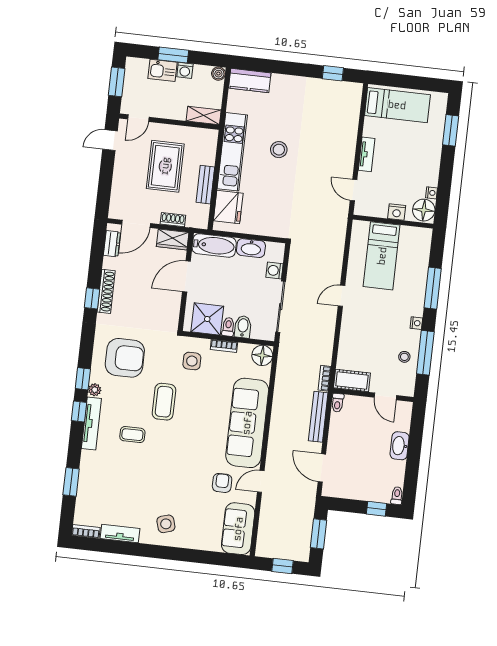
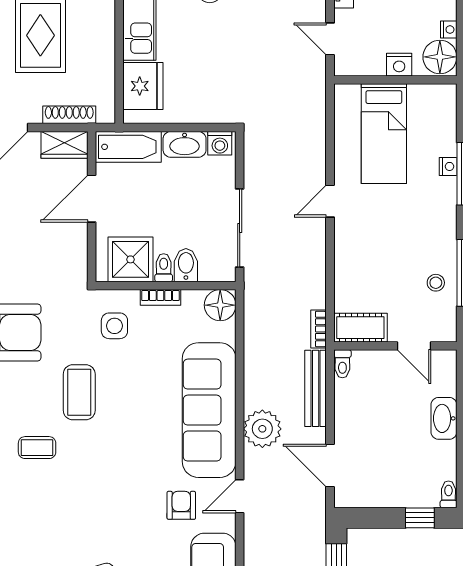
bench: (205, 185) -> (104, 56), removed
shoe rack: (173, 220) -> (69, 115), width x1.43
washing machine: (274, 271) -> (220, 143), moved, turned -90
nightstand: (416, 323) -> (448, 166), moved
plant: (281, 439) -> (262, 429), added

